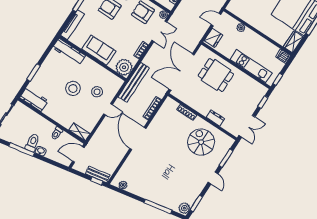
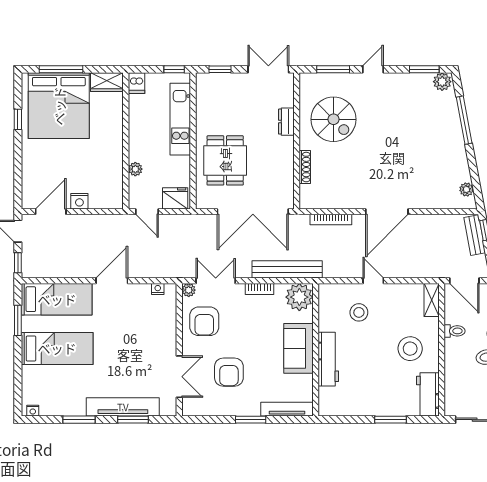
workbench: (69, 52) -> (328, 359), moved
bench: (134, 82) -> (287, 269), moved
stool: (73, 88) -> (410, 349), moved
spiral stairs: (201, 142) -> (333, 119), turned -90

